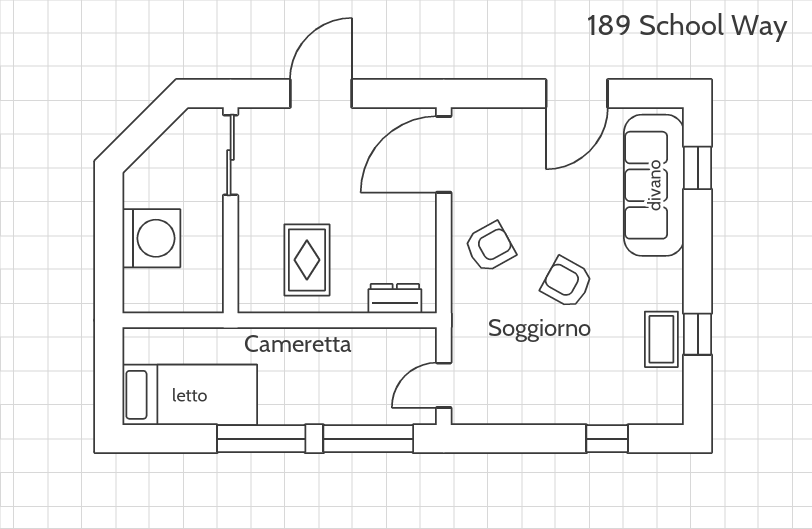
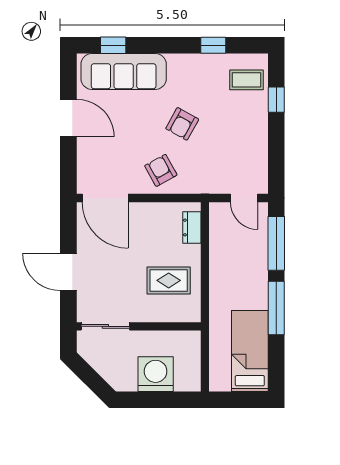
coffee table: (661, 339) -> (247, 80), moved

